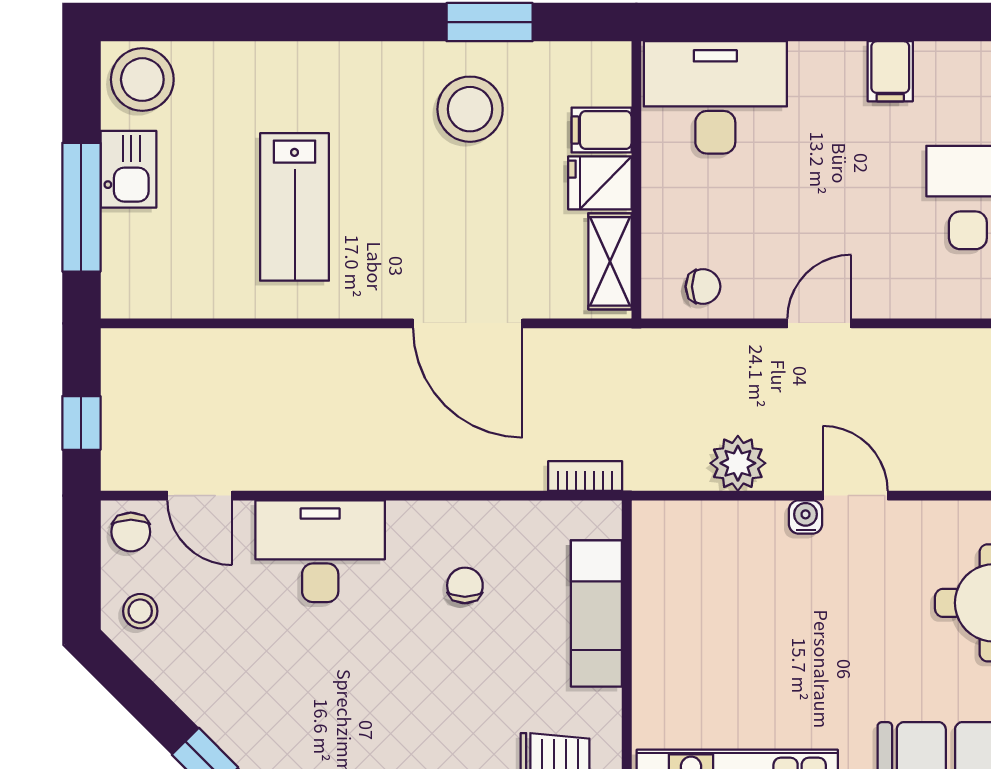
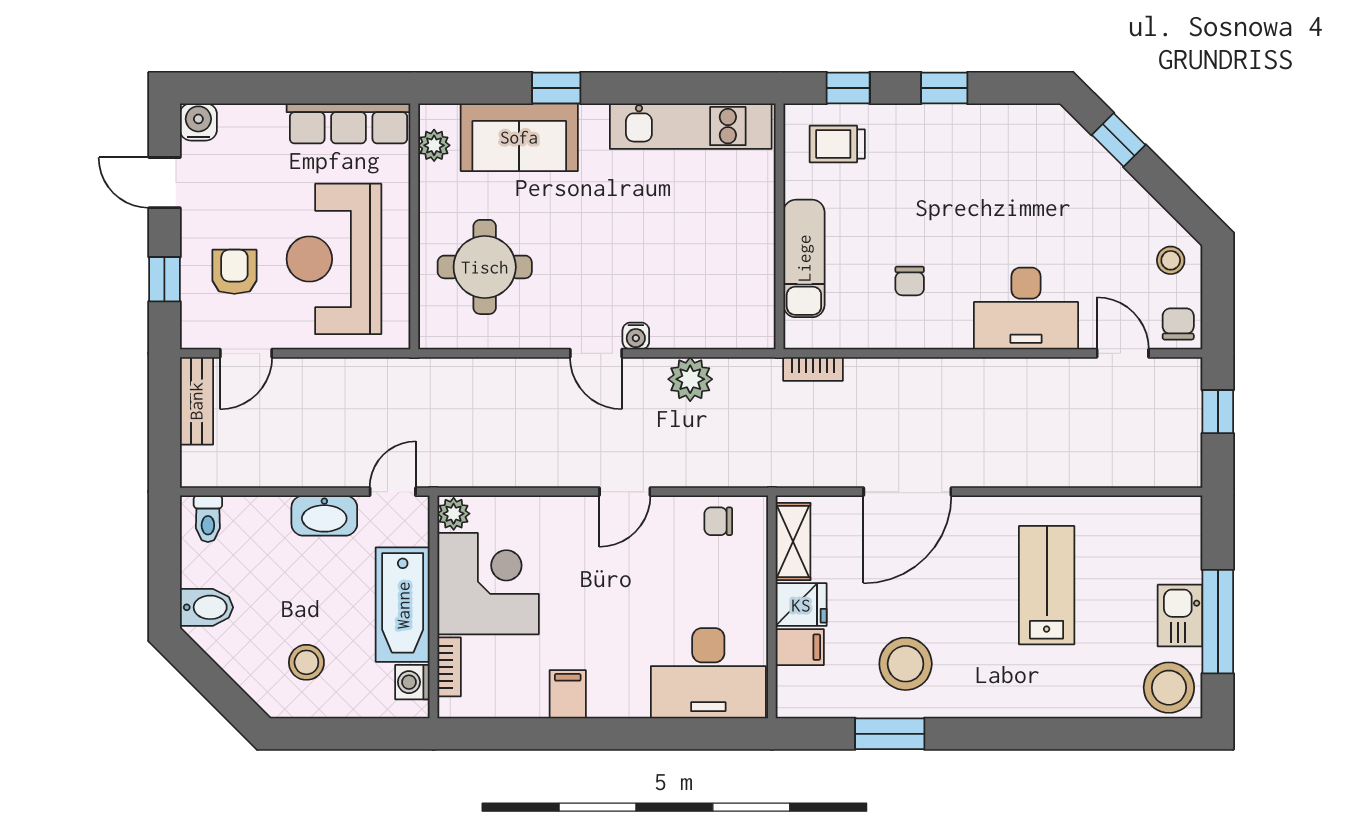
window: (81, 207) -> (1218, 622), moved
door: (468, 323) -> (907, 492), swing flipped

